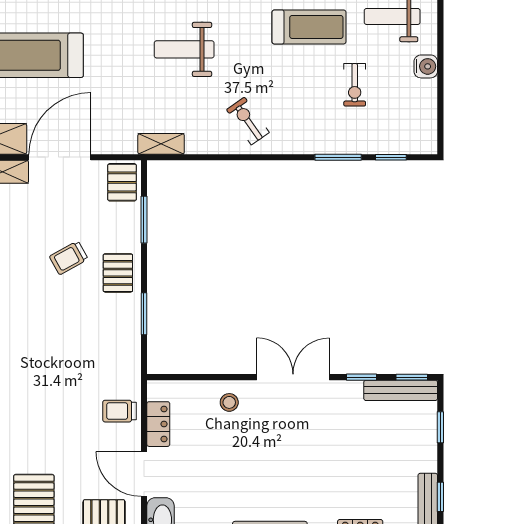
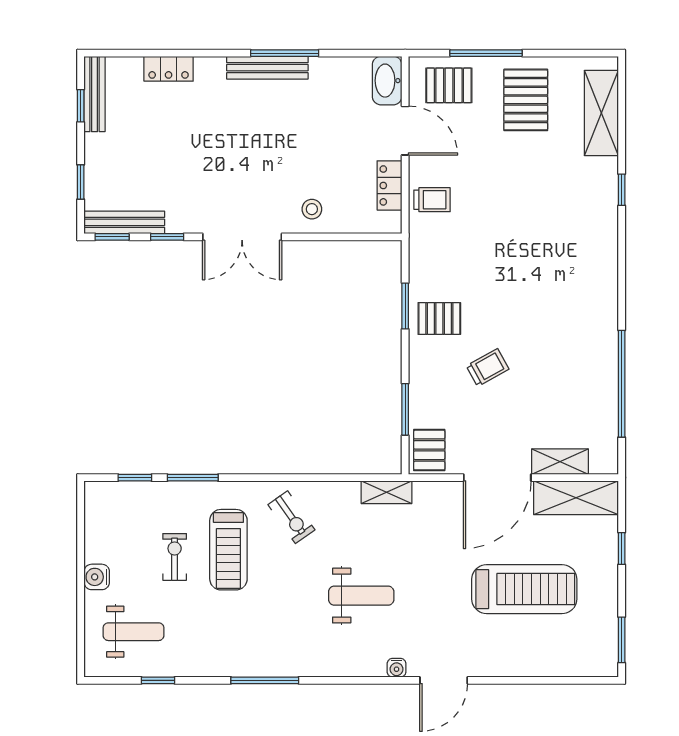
treadmill: (309, 27) -> (228, 550), moved, turned -90
pallet: (118, 273) -> (439, 319), moved, turned 90

